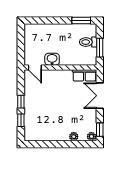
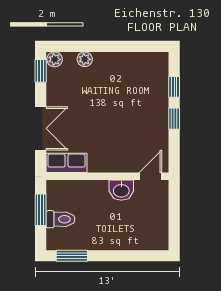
door: (35, 67) -> (150, 176), hinge flipped

